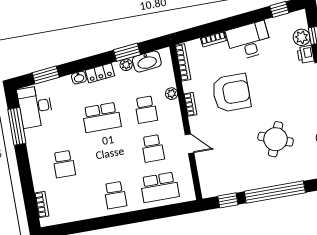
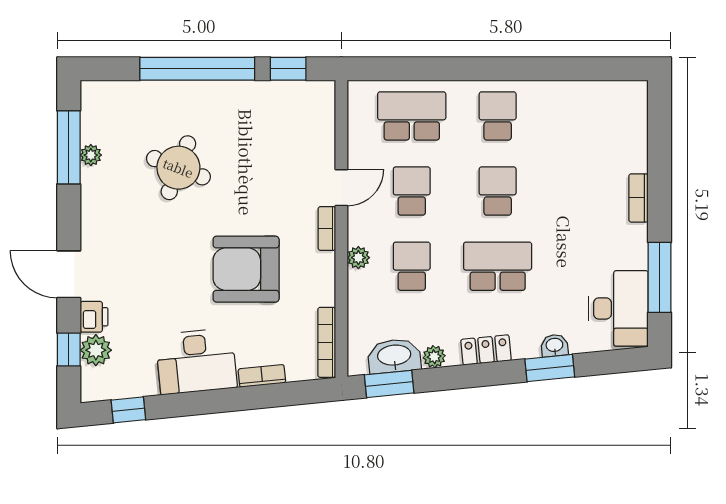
window: (127, 52) -> (389, 384), moved
window: (46, 75) -> (550, 368), moved
washbasin: (79, 78) -> (554, 345), moved
plant: (172, 94) -> (358, 258), moved
bookcase: (190, 104) -> (327, 228), moved
door: (189, 144) -> (341, 188), swing flipped
school desk: (64, 164) -> (498, 191), moved
bookcase: (42, 205) -> (639, 198), moved

